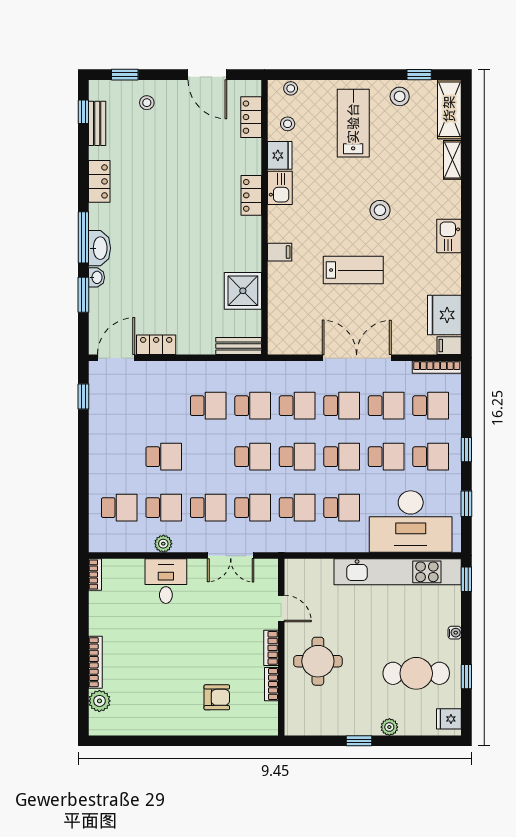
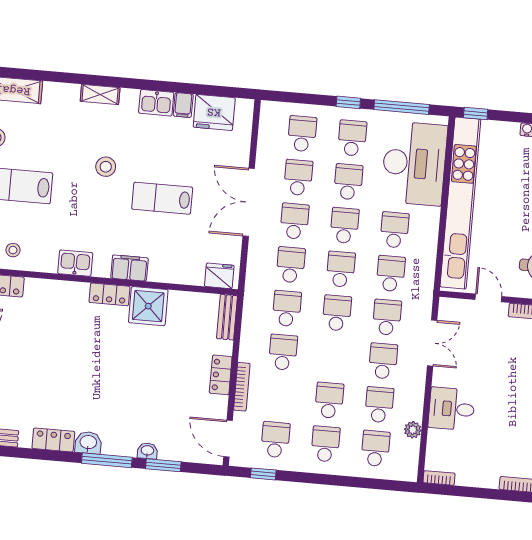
fridge: (280, 155) -> (219, 276), moved
shelving: (452, 160) -> (100, 94), moved
locker: (251, 195) -> (110, 294), moved
kitchen sink: (449, 236) -> (156, 103), moved
washbasin: (100, 248) -> (88, 443), moved, width x0.72
filing cabinet: (280, 252) -> (129, 268), width x2.00
lab bench: (353, 270) -> (162, 198), turned -90
shower: (243, 291) -> (148, 306), moved
locker: (156, 345) -> (221, 375), moved
filing cabinet: (449, 346) -> (183, 105), moved
bookcase: (437, 367) -> (242, 387), moved
school desk: (119, 406) -> (275, 440), added
school desk: (119, 457) -> (325, 444), added
window: (466, 504) -> (402, 107), width x2.17
plant: (163, 544) -> (413, 430), moved
kitchen unit: (398, 572) -> (460, 203), width x1.36
door: (281, 609) -> (488, 298), hinge flipped

